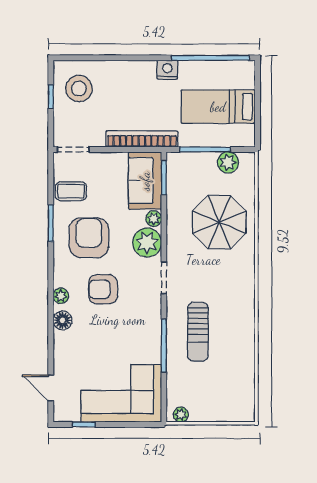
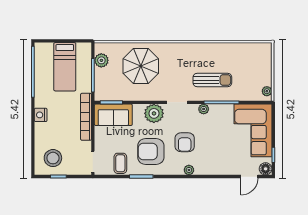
nightstand: (167, 70) -> (41, 115), moved
plant: (154, 219) -> (204, 109), moved
floor lamp: (63, 320) -> (266, 169), moved

